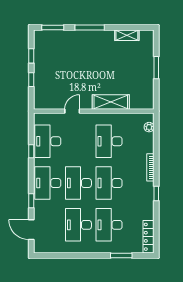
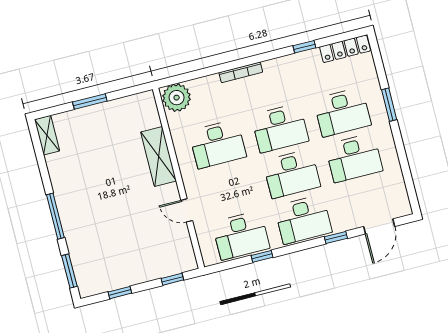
shelving: (127, 35) -> (47, 135), moved
window: (31, 80) -> (172, 279), moved
plant: (149, 127) -> (177, 98), width x1.87, depth x1.87
window: (156, 194) -> (304, 47), moved
window: (121, 256) -> (389, 105), moved

